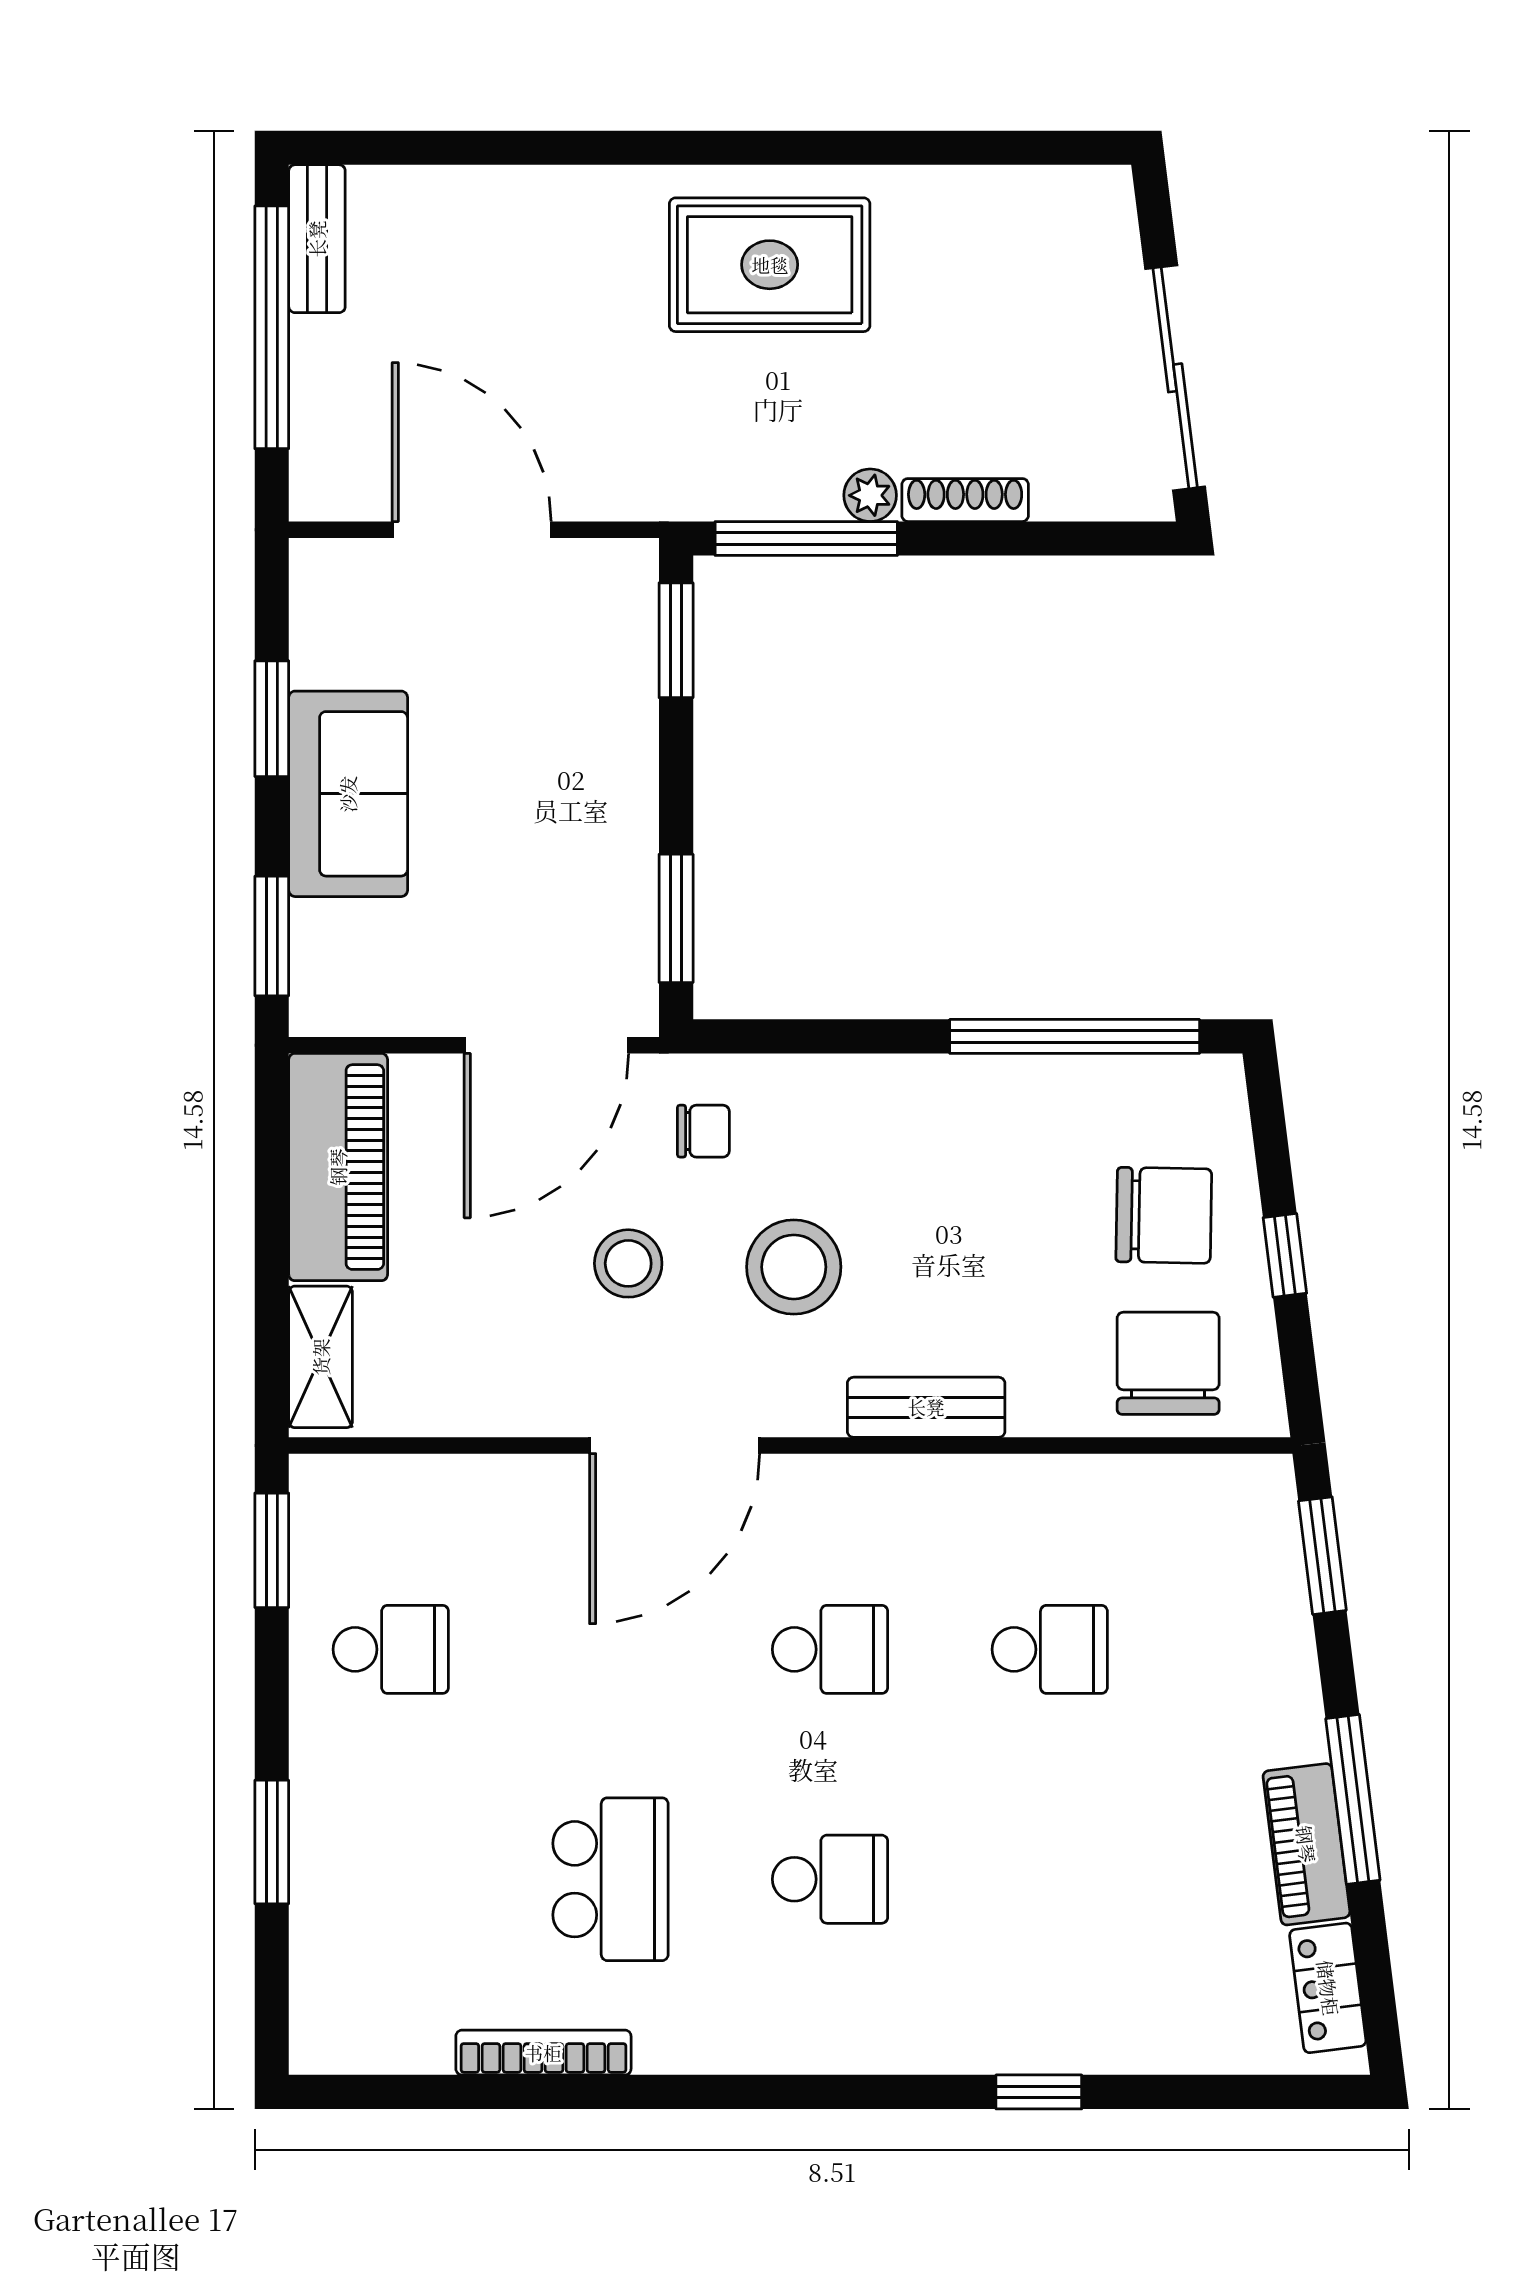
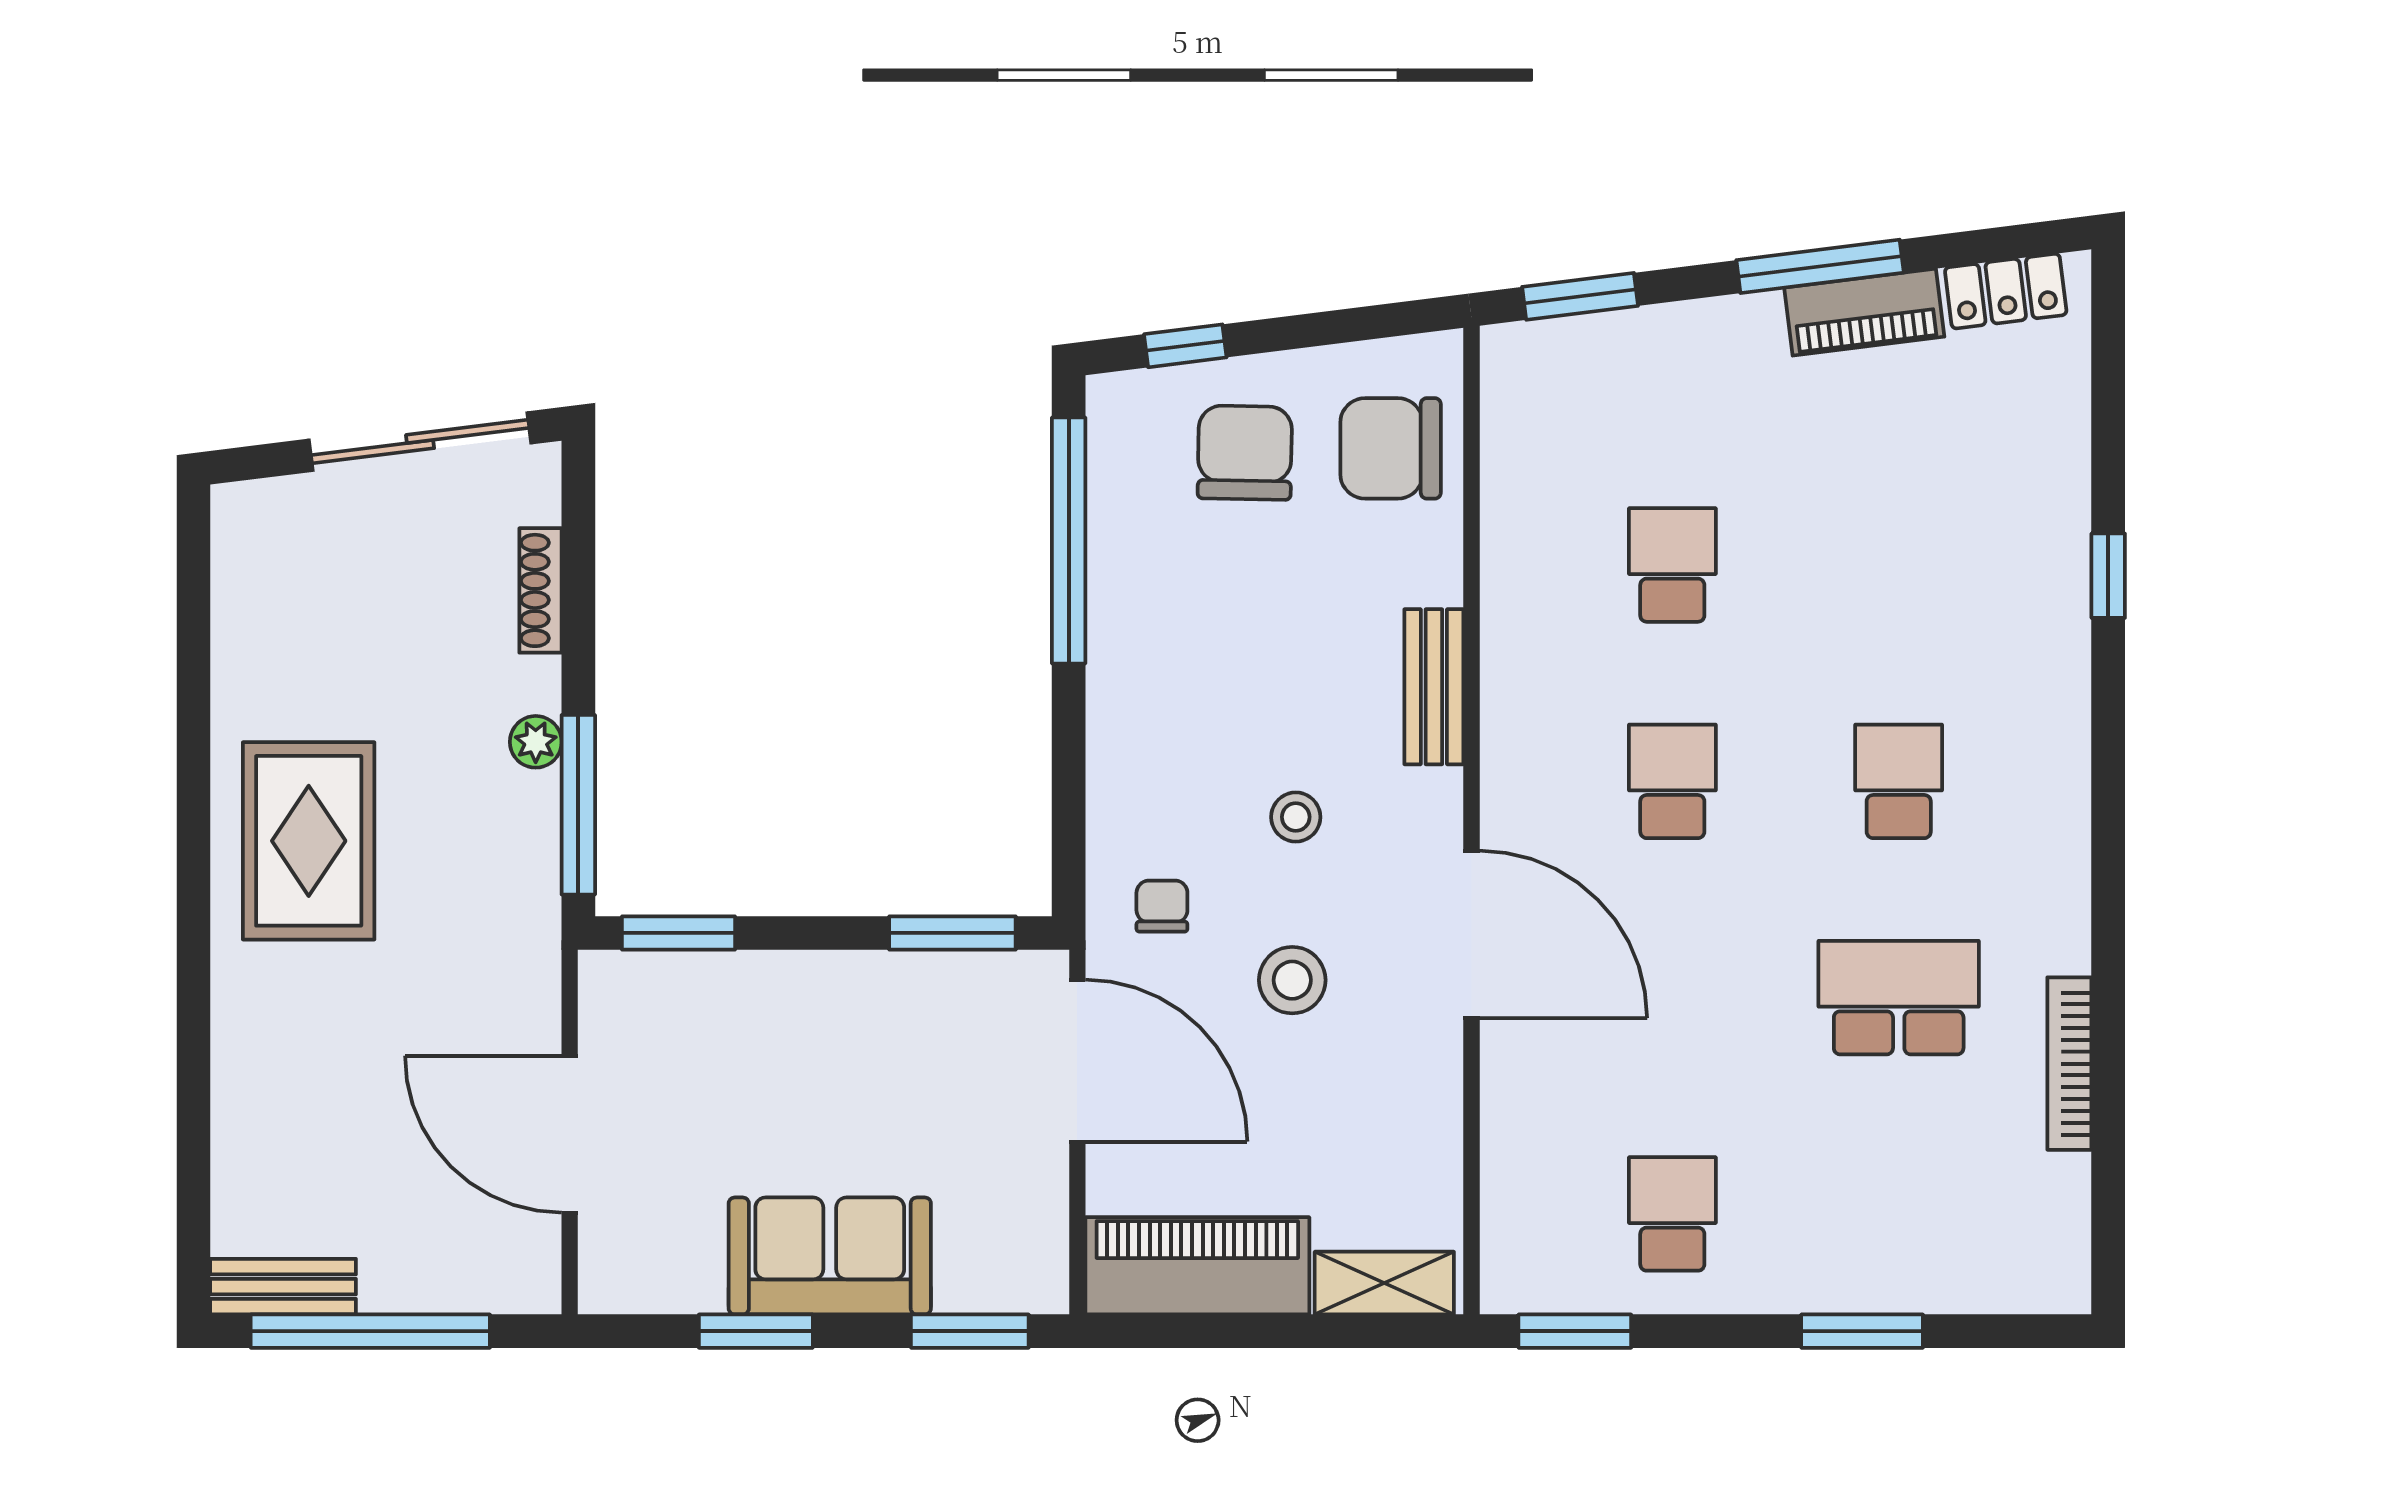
shoe rack: (965, 500) -> (540, 590), moved
door: (472, 530) -> (570, 1134), hinge flipped
window: (1285, 1255) -> (1185, 346), moved
stool: (794, 1267) -> (1296, 817), width x0.53, depth x0.53

